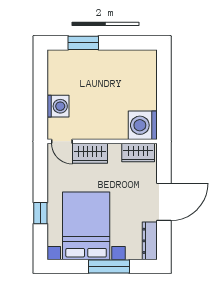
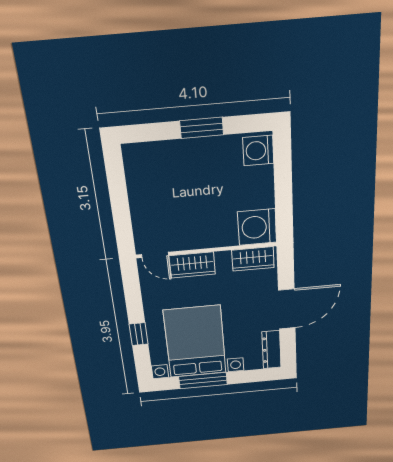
window: (83, 43) -> (202, 128), moved
washing machine: (58, 106) -> (258, 151), moved, turned 180
window: (109, 267) -> (203, 380), moved

